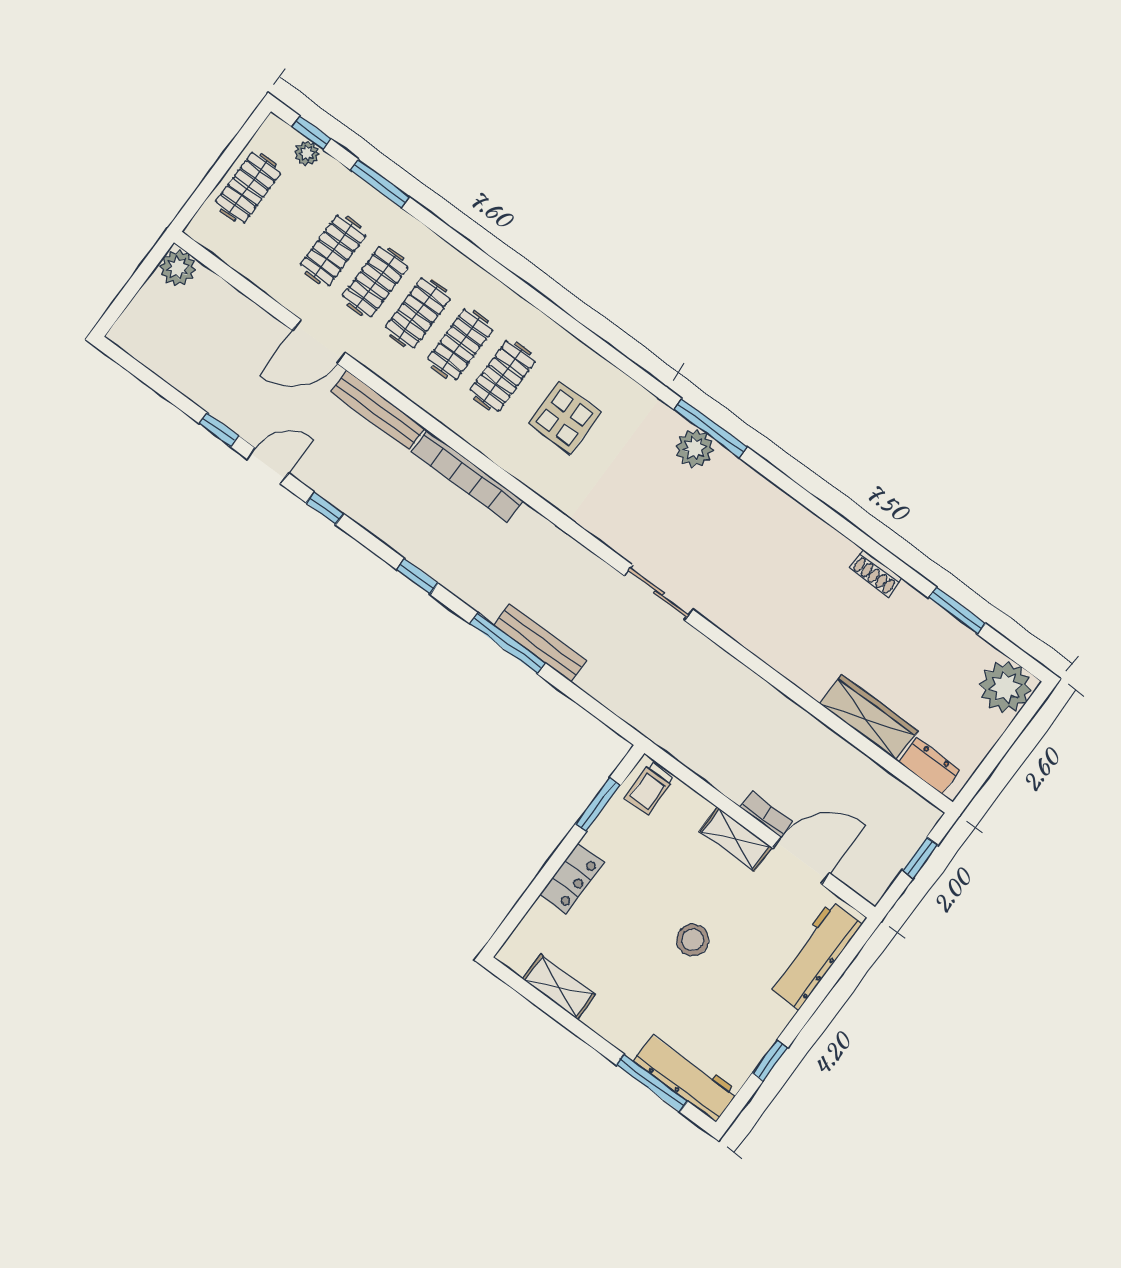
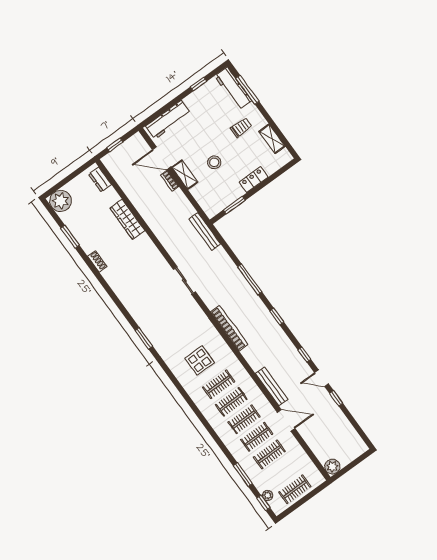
window: (711, 428) -> (144, 338), width x0.69
plant: (695, 448) -> (153, 332), removed
bookcase: (467, 476) -> (229, 328), moved
bench: (540, 643) -> (205, 231), moved
wardrobe: (869, 717) -> (127, 219), moved
trolley: (649, 788) -> (241, 127), moved
stool: (693, 940) -> (214, 162), moved

